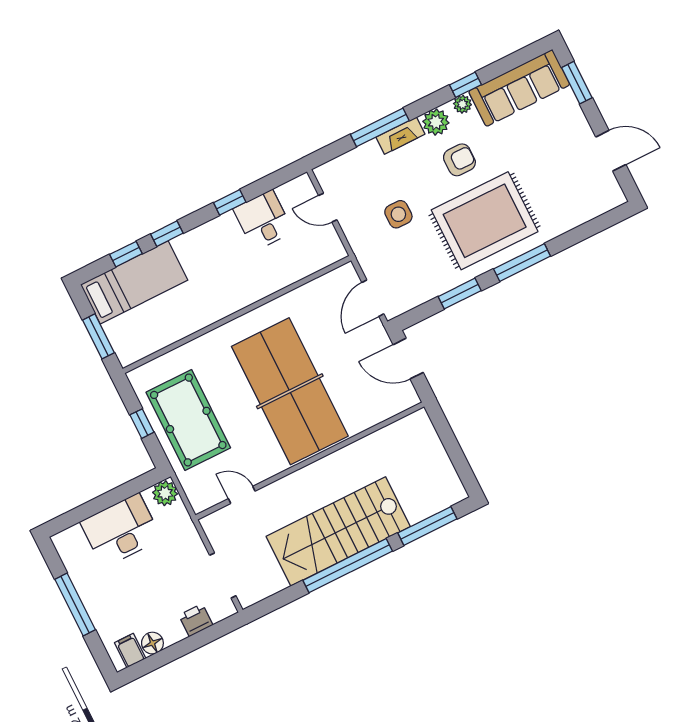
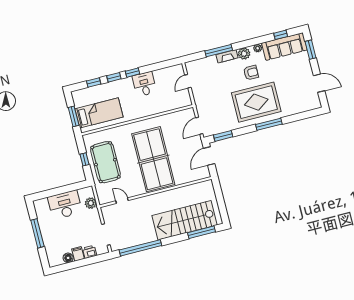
window: (465, 85) -> (281, 35), moved
window: (230, 202) -> (132, 73), moved
door: (328, 208) -> (188, 81), hinge flipped
side table: (398, 214) -> (219, 91), removed
desk: (263, 220) -> (144, 84), moved
bed: (134, 282) -> (99, 113), moved
window: (460, 294) -> (223, 136), moved
door: (408, 359) -> (209, 156), hinge flipped
plant: (165, 493) -> (91, 203), moved
stairs: (338, 531) -> (184, 220), moved
window: (348, 566) -> (140, 248), moved
filing cabinet: (130, 651) -> (78, 254), moved

